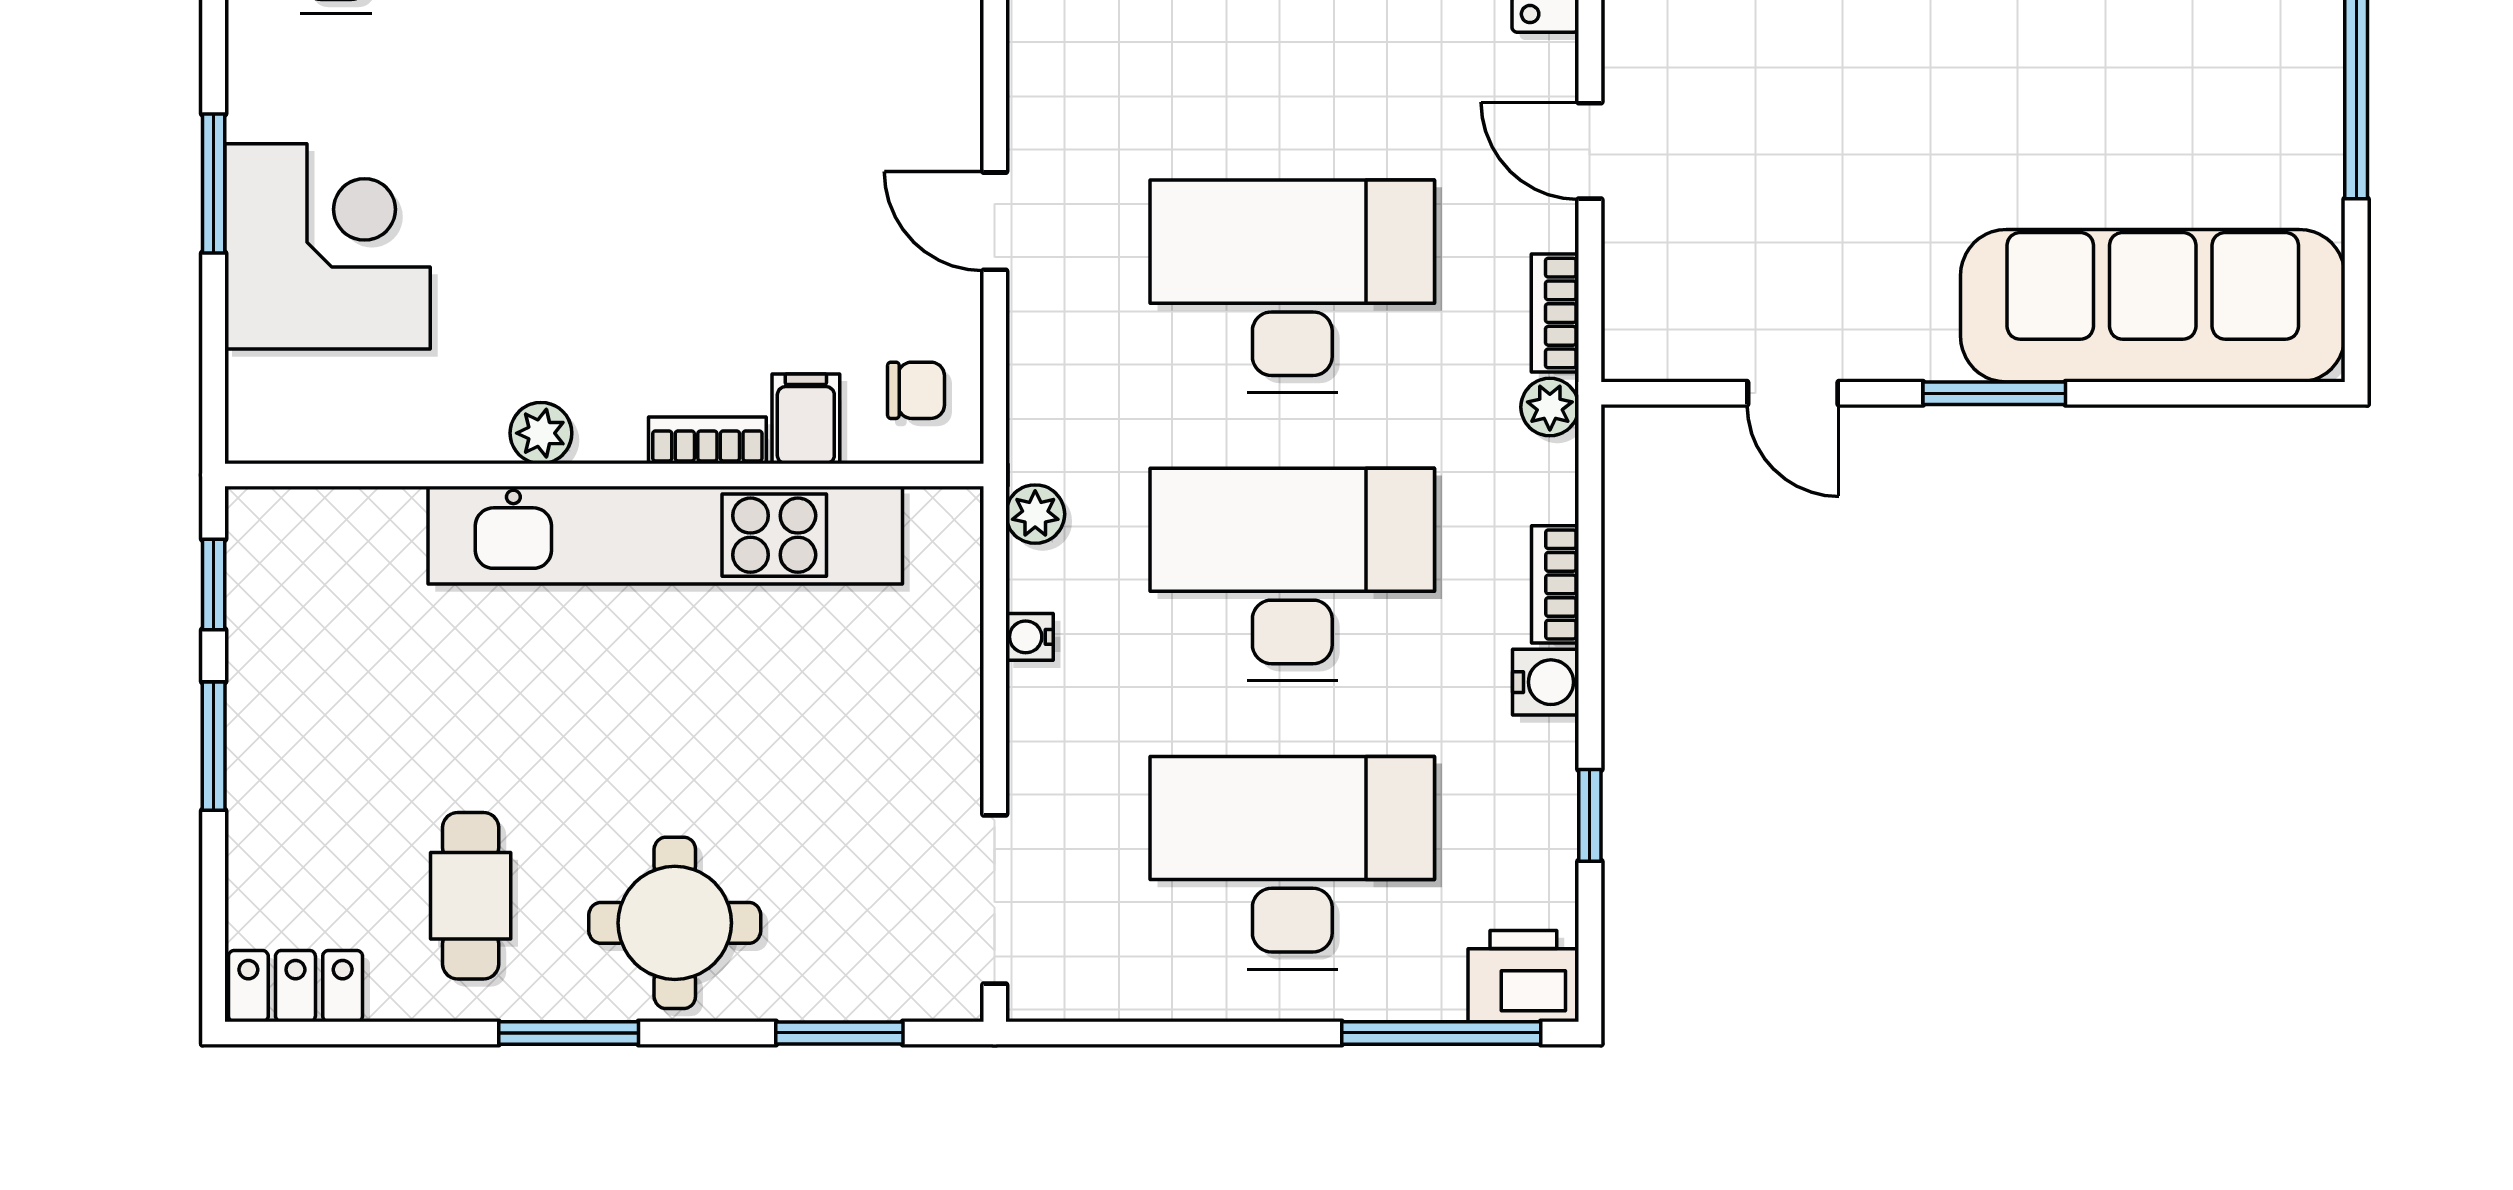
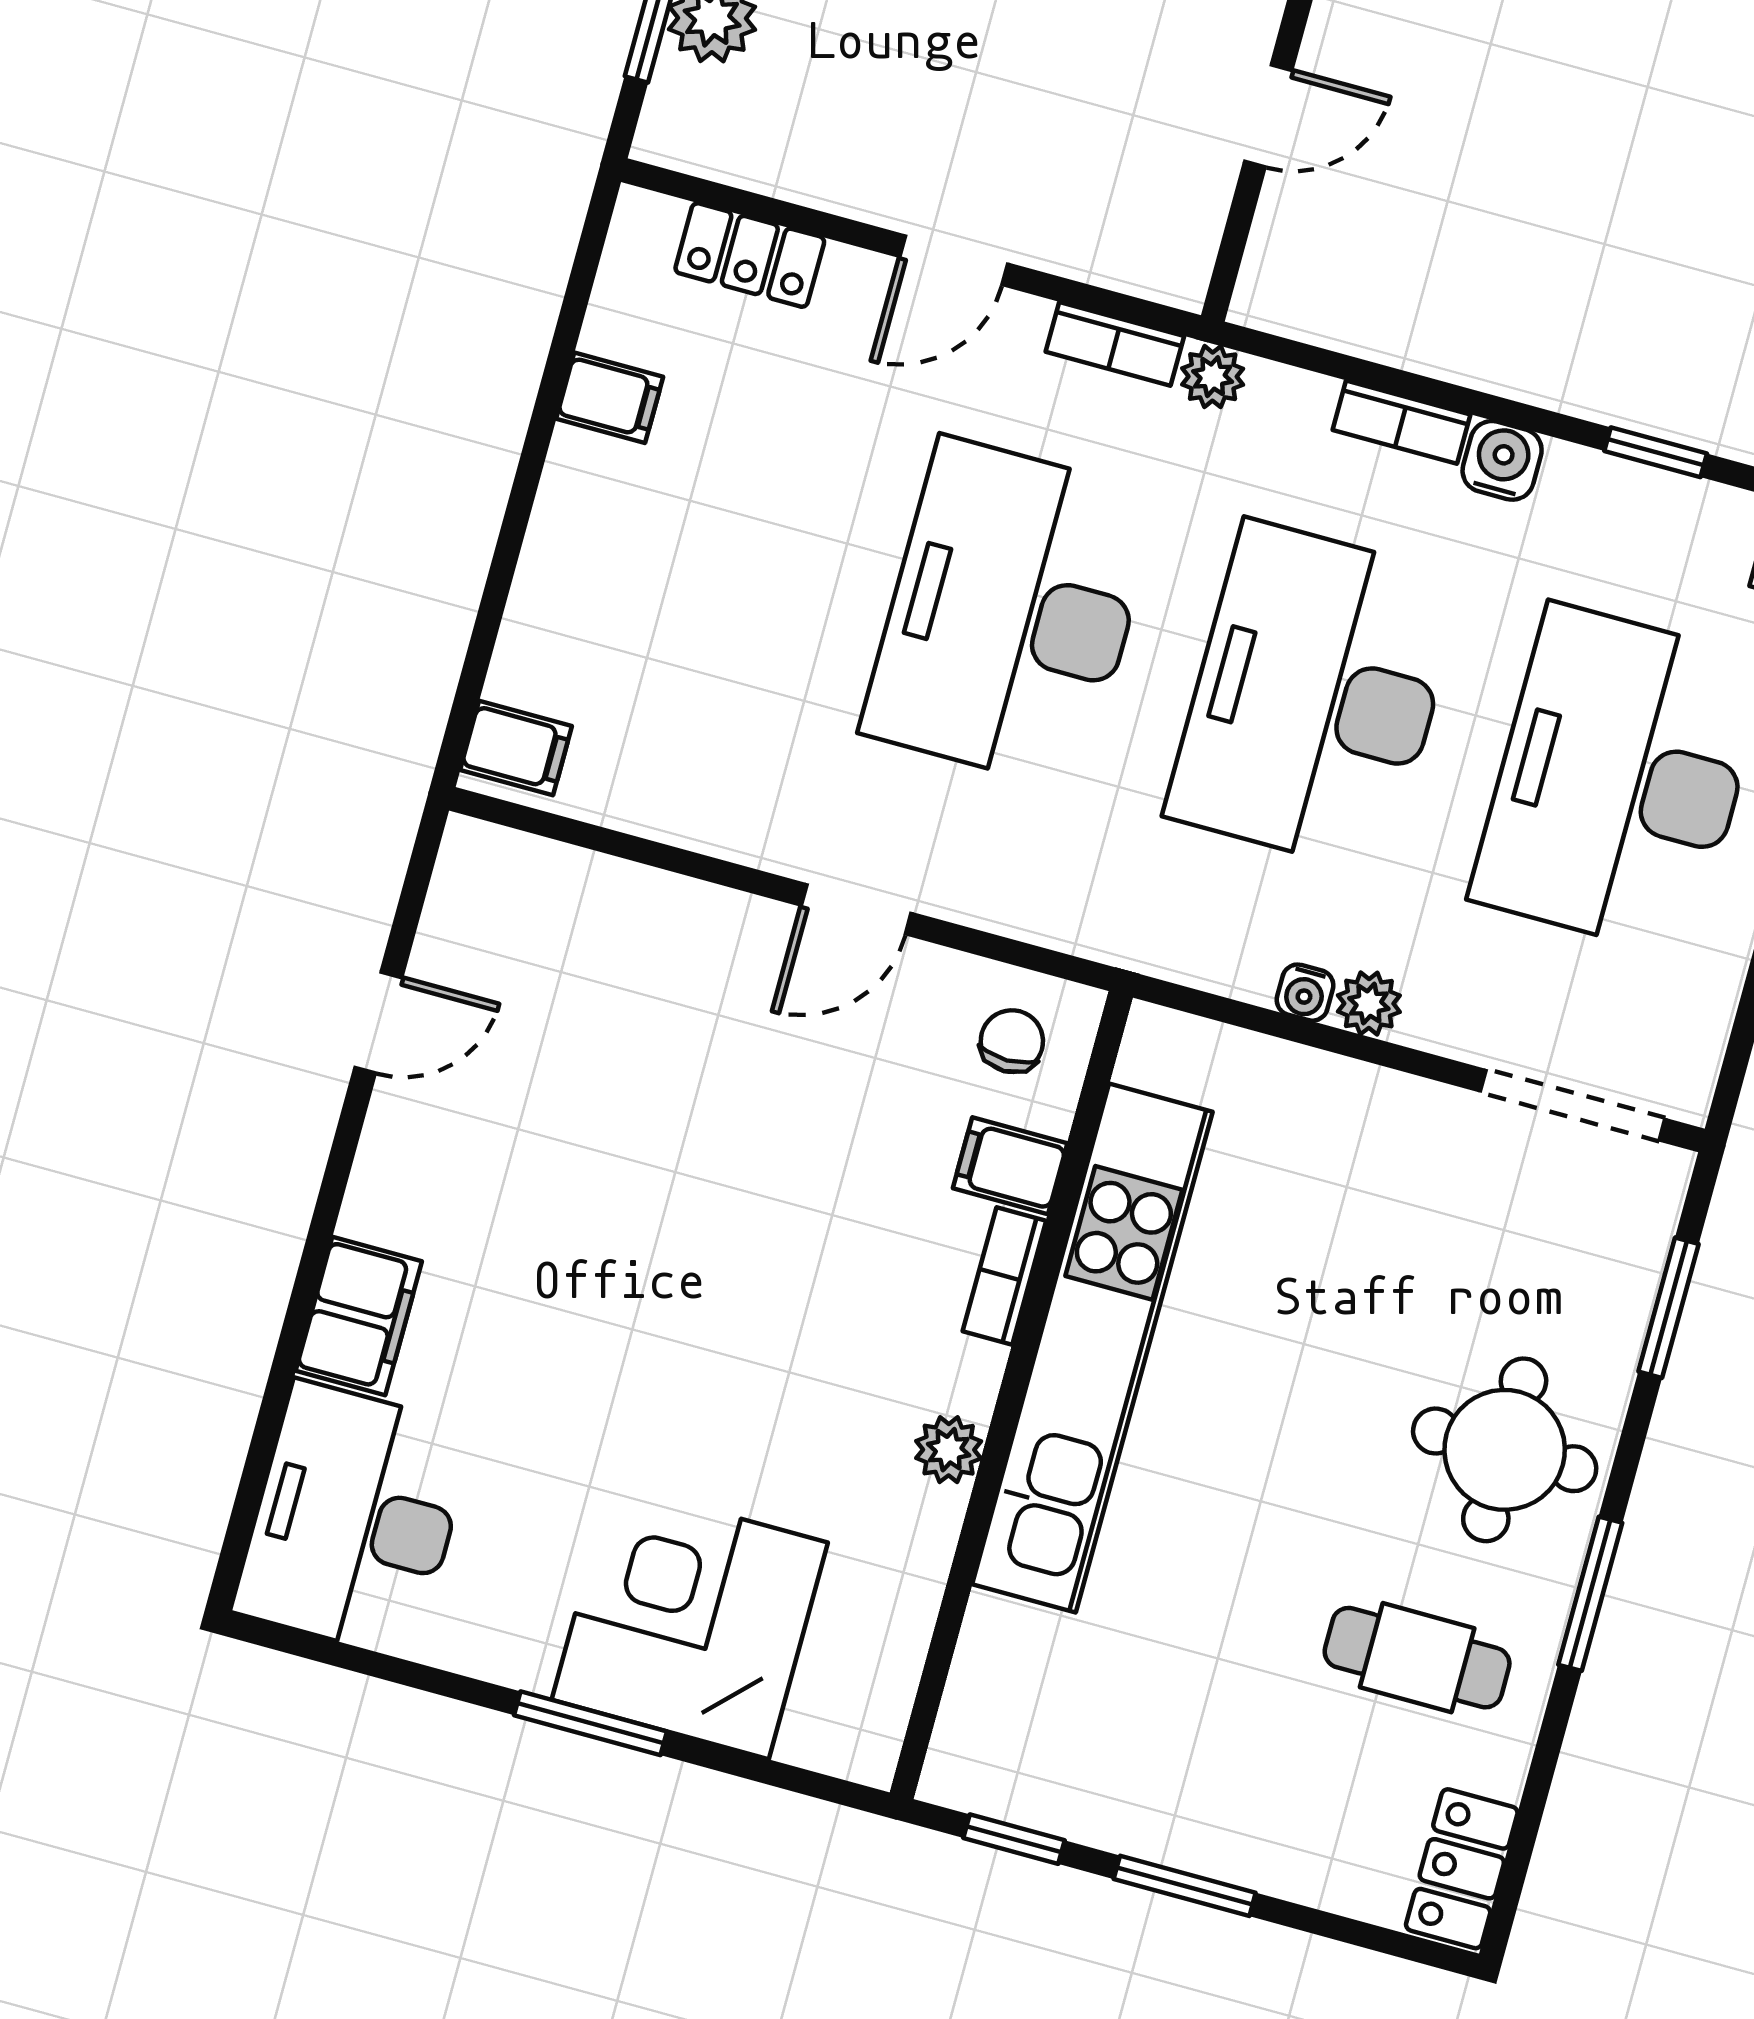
plant: (1035, 514) -> (1369, 1004), moved

